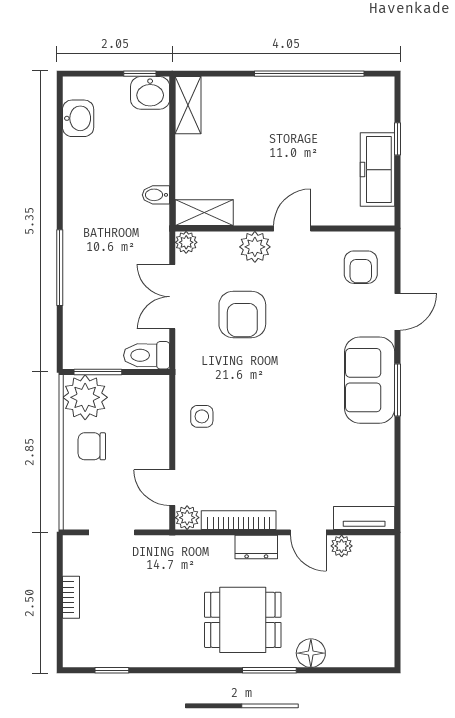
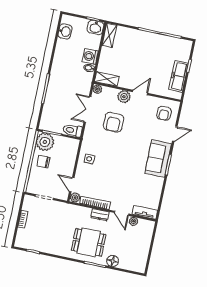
washing machine: (152, 166) -> (90, 56), added

